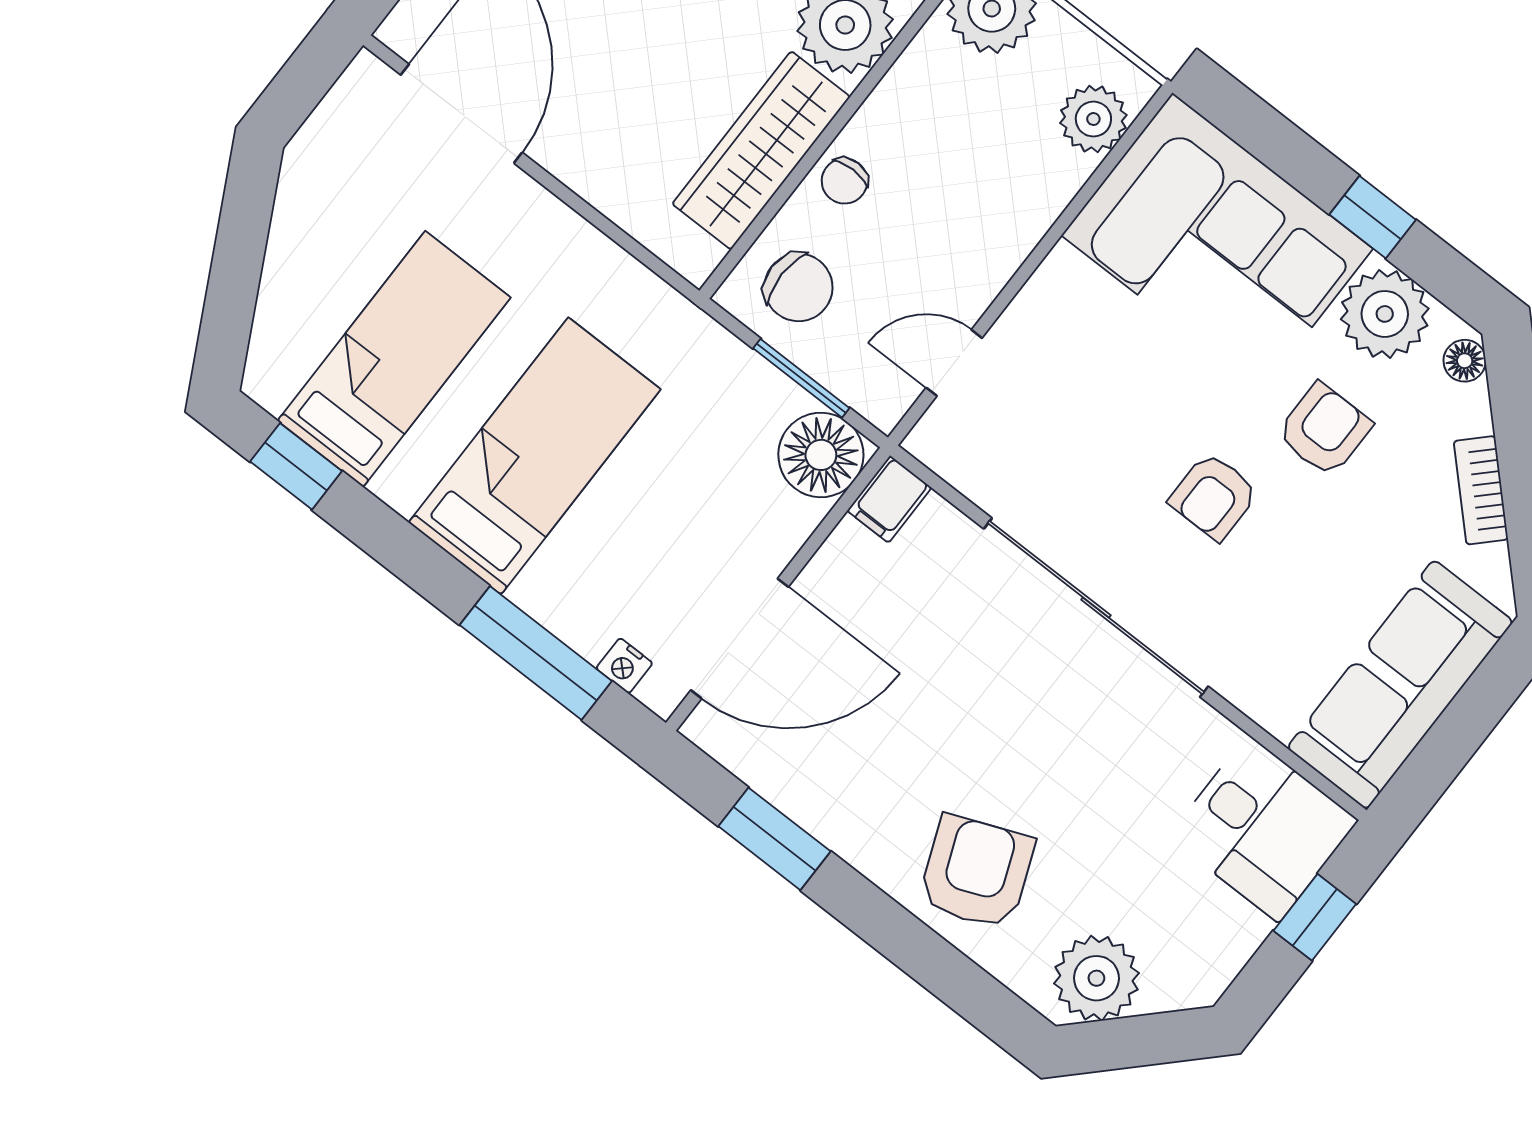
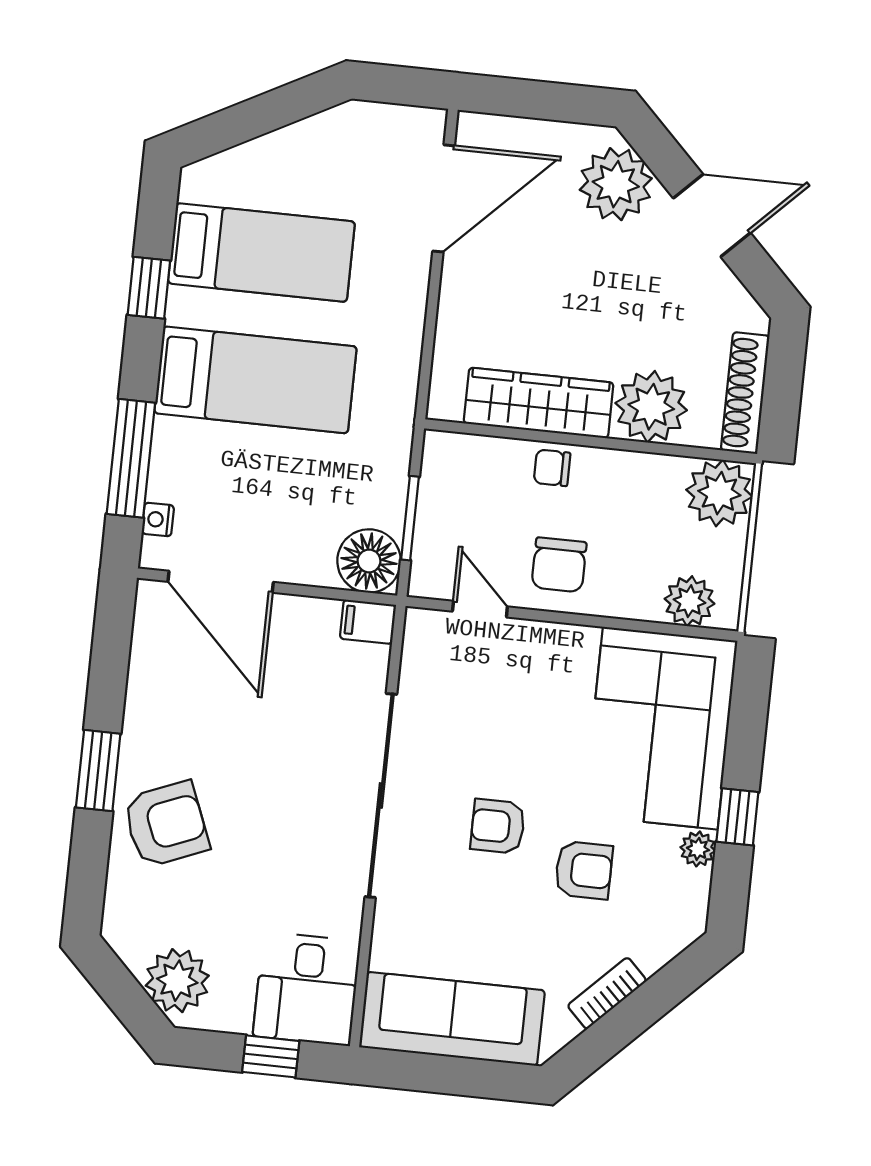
chair: (798, 287) -> (559, 565), moved
plant: (1385, 314) -> (698, 849), width x0.53, depth x0.53
floor lamp: (1465, 361) -> (683, 932), removed
window: (296, 466) -> (149, 288), moved
window: (774, 839) -> (98, 771), moved
plant: (1096, 978) -> (177, 981), moved

